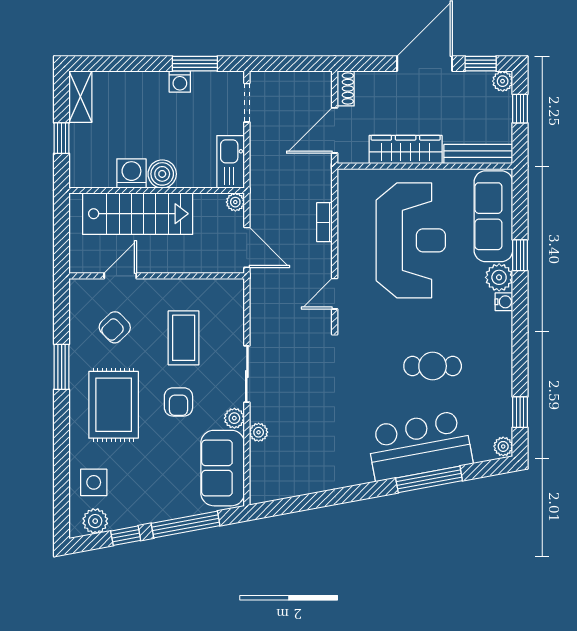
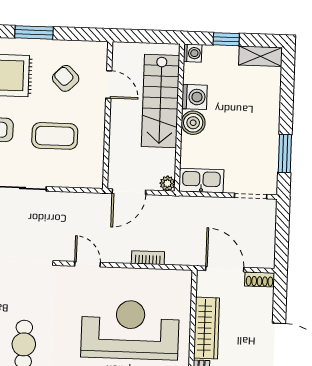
washing machine: (180, 82) -> (193, 53), moved, turned 180
reception desk: (411, 240) -> (130, 330), turned 180

